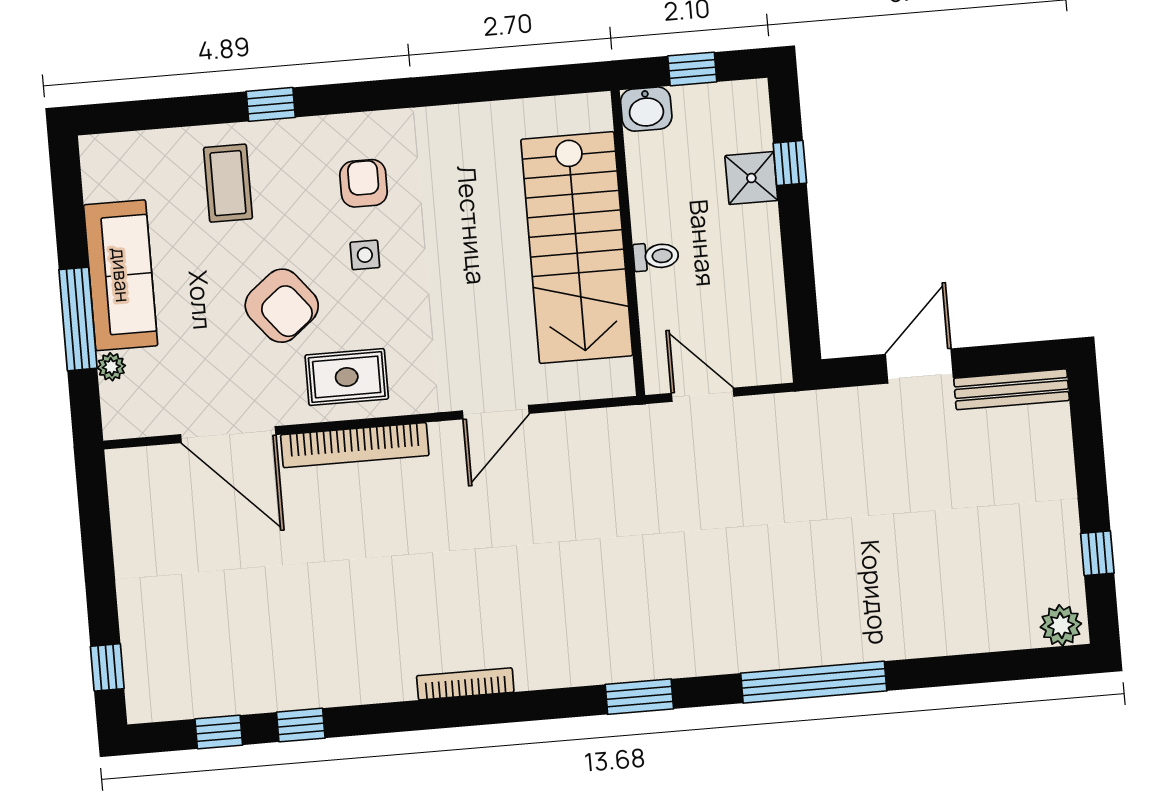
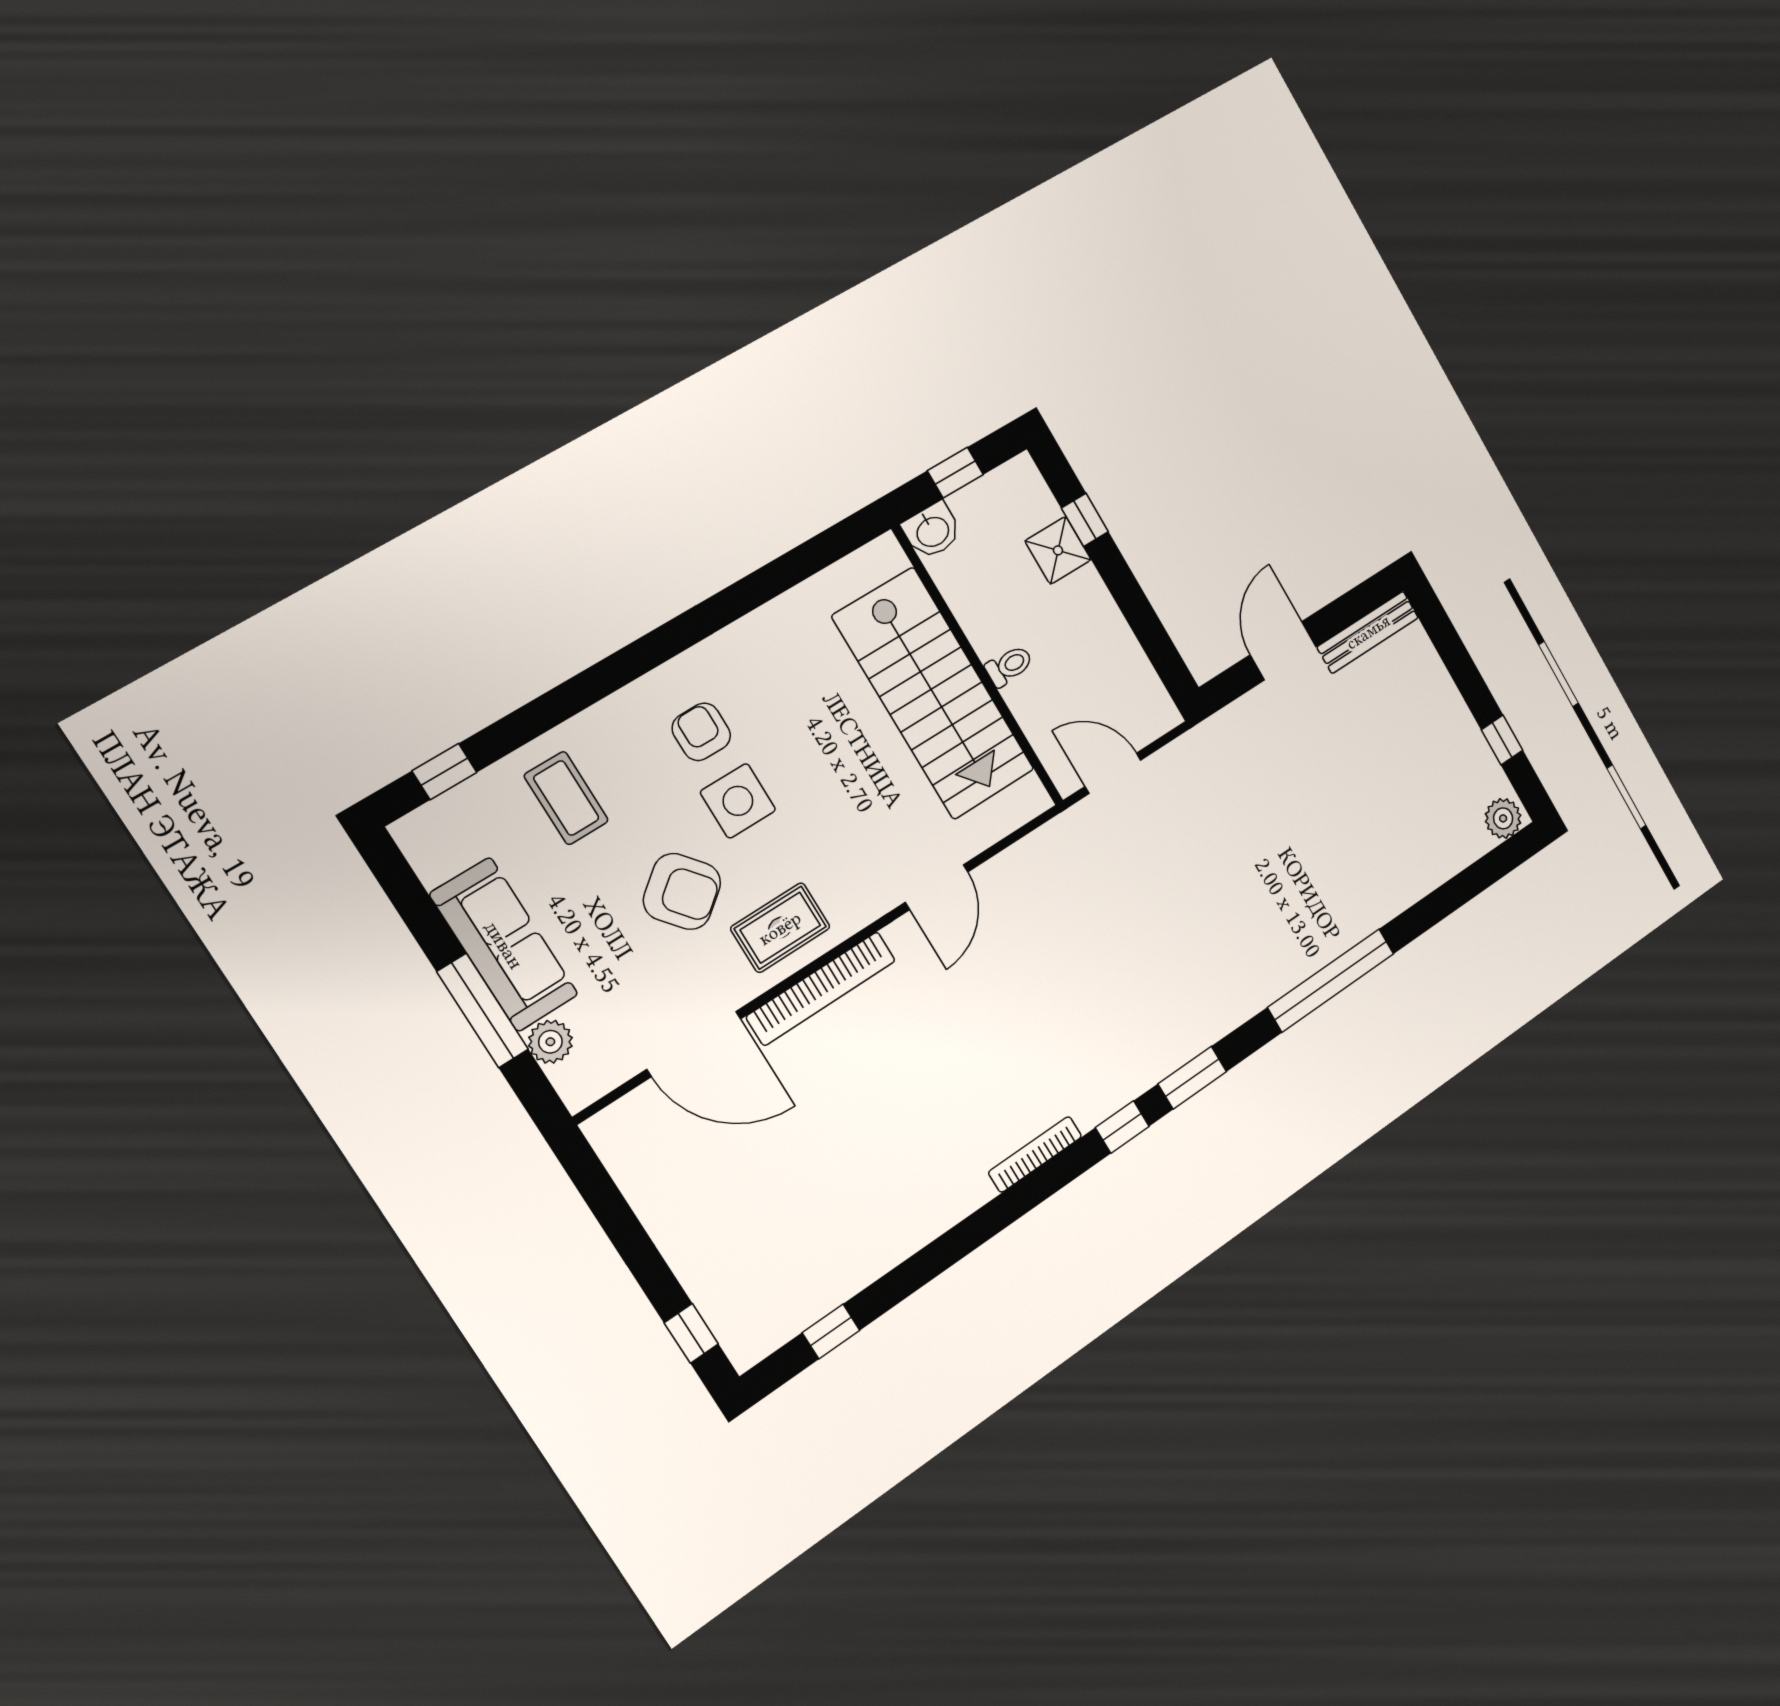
window: (271, 104) -> (444, 772), moved
side table: (365, 255) -> (738, 801), width x1.87, depth x1.87
plant: (111, 367) -> (550, 1042), width x1.38, depth x1.38
window: (301, 725) -> (1122, 1127), moved

